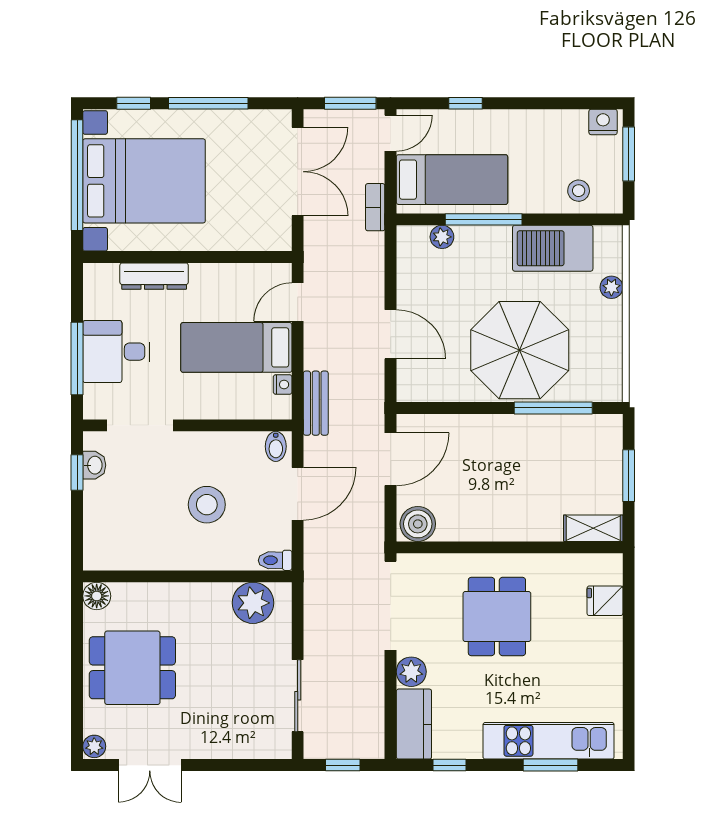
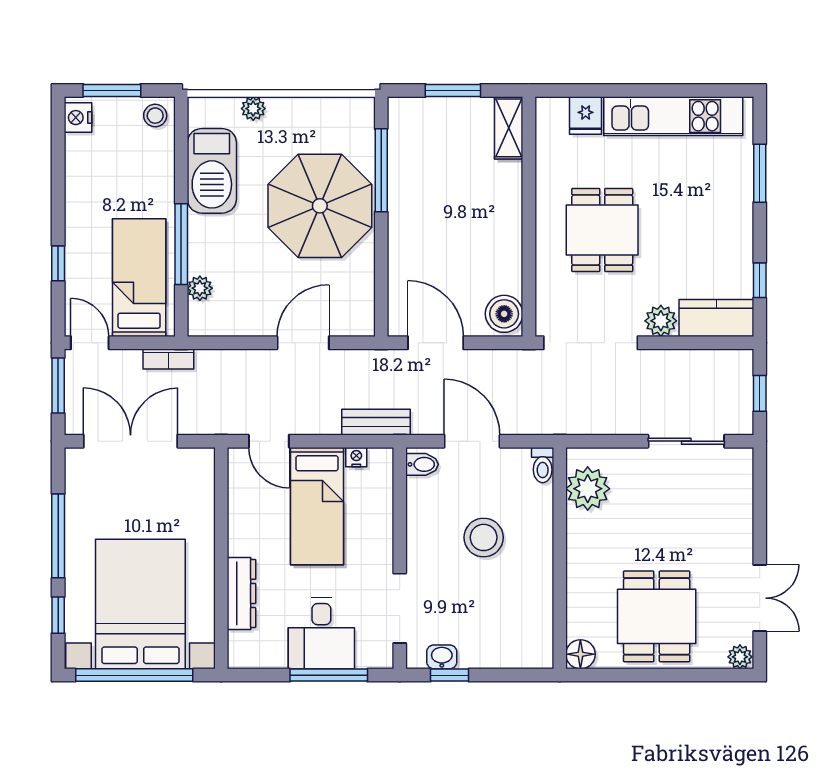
stool: (579, 191) -> (155, 116), moved
dining table: (497, 617) -> (602, 230), turned 90
kitchen unit: (549, 741) -> (673, 116), moved, turned -90

